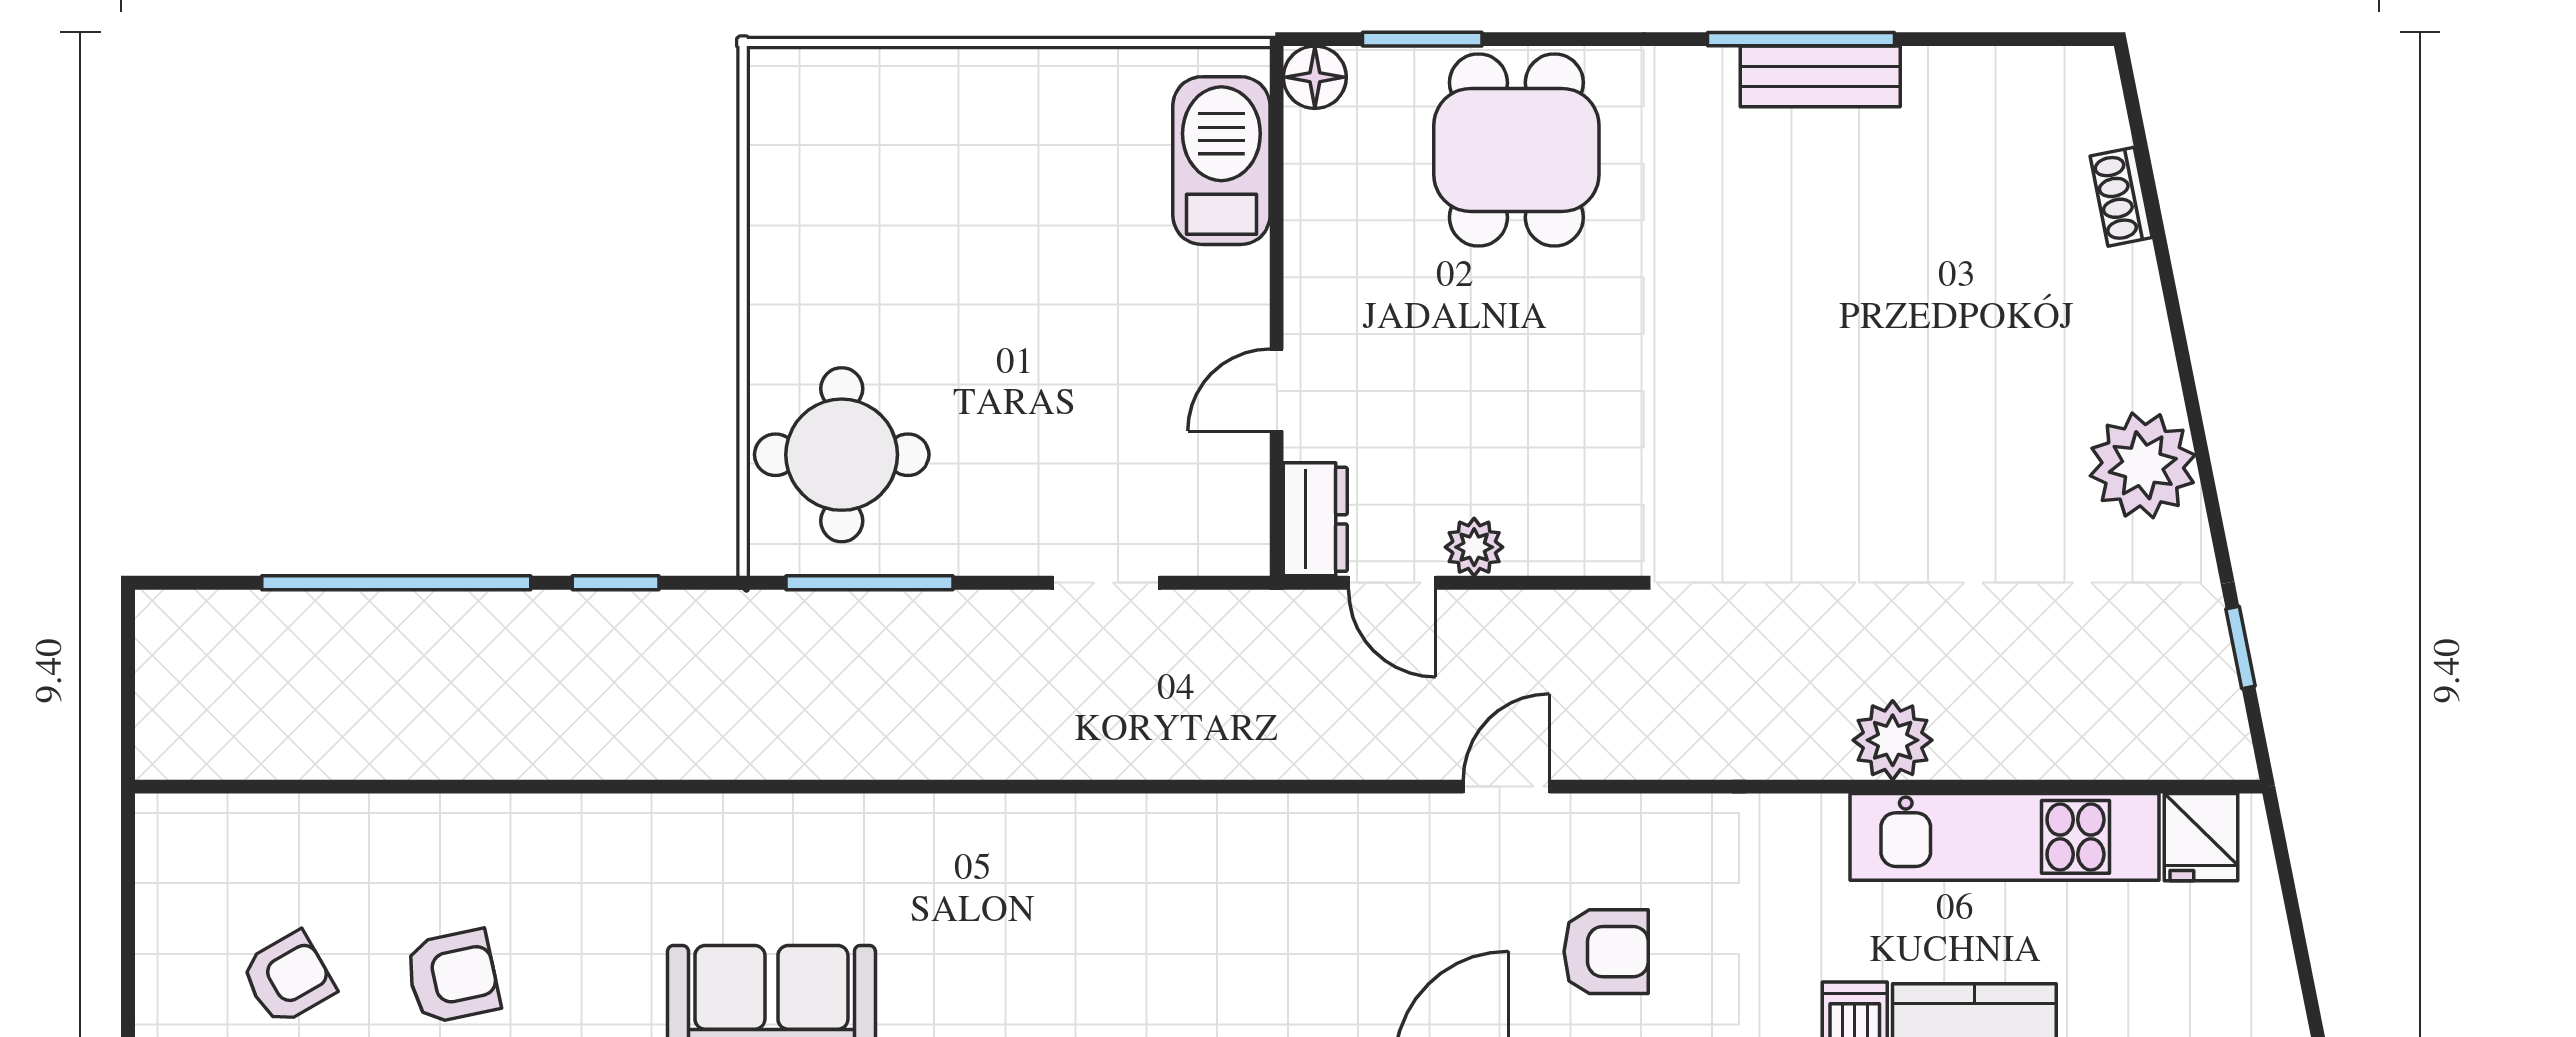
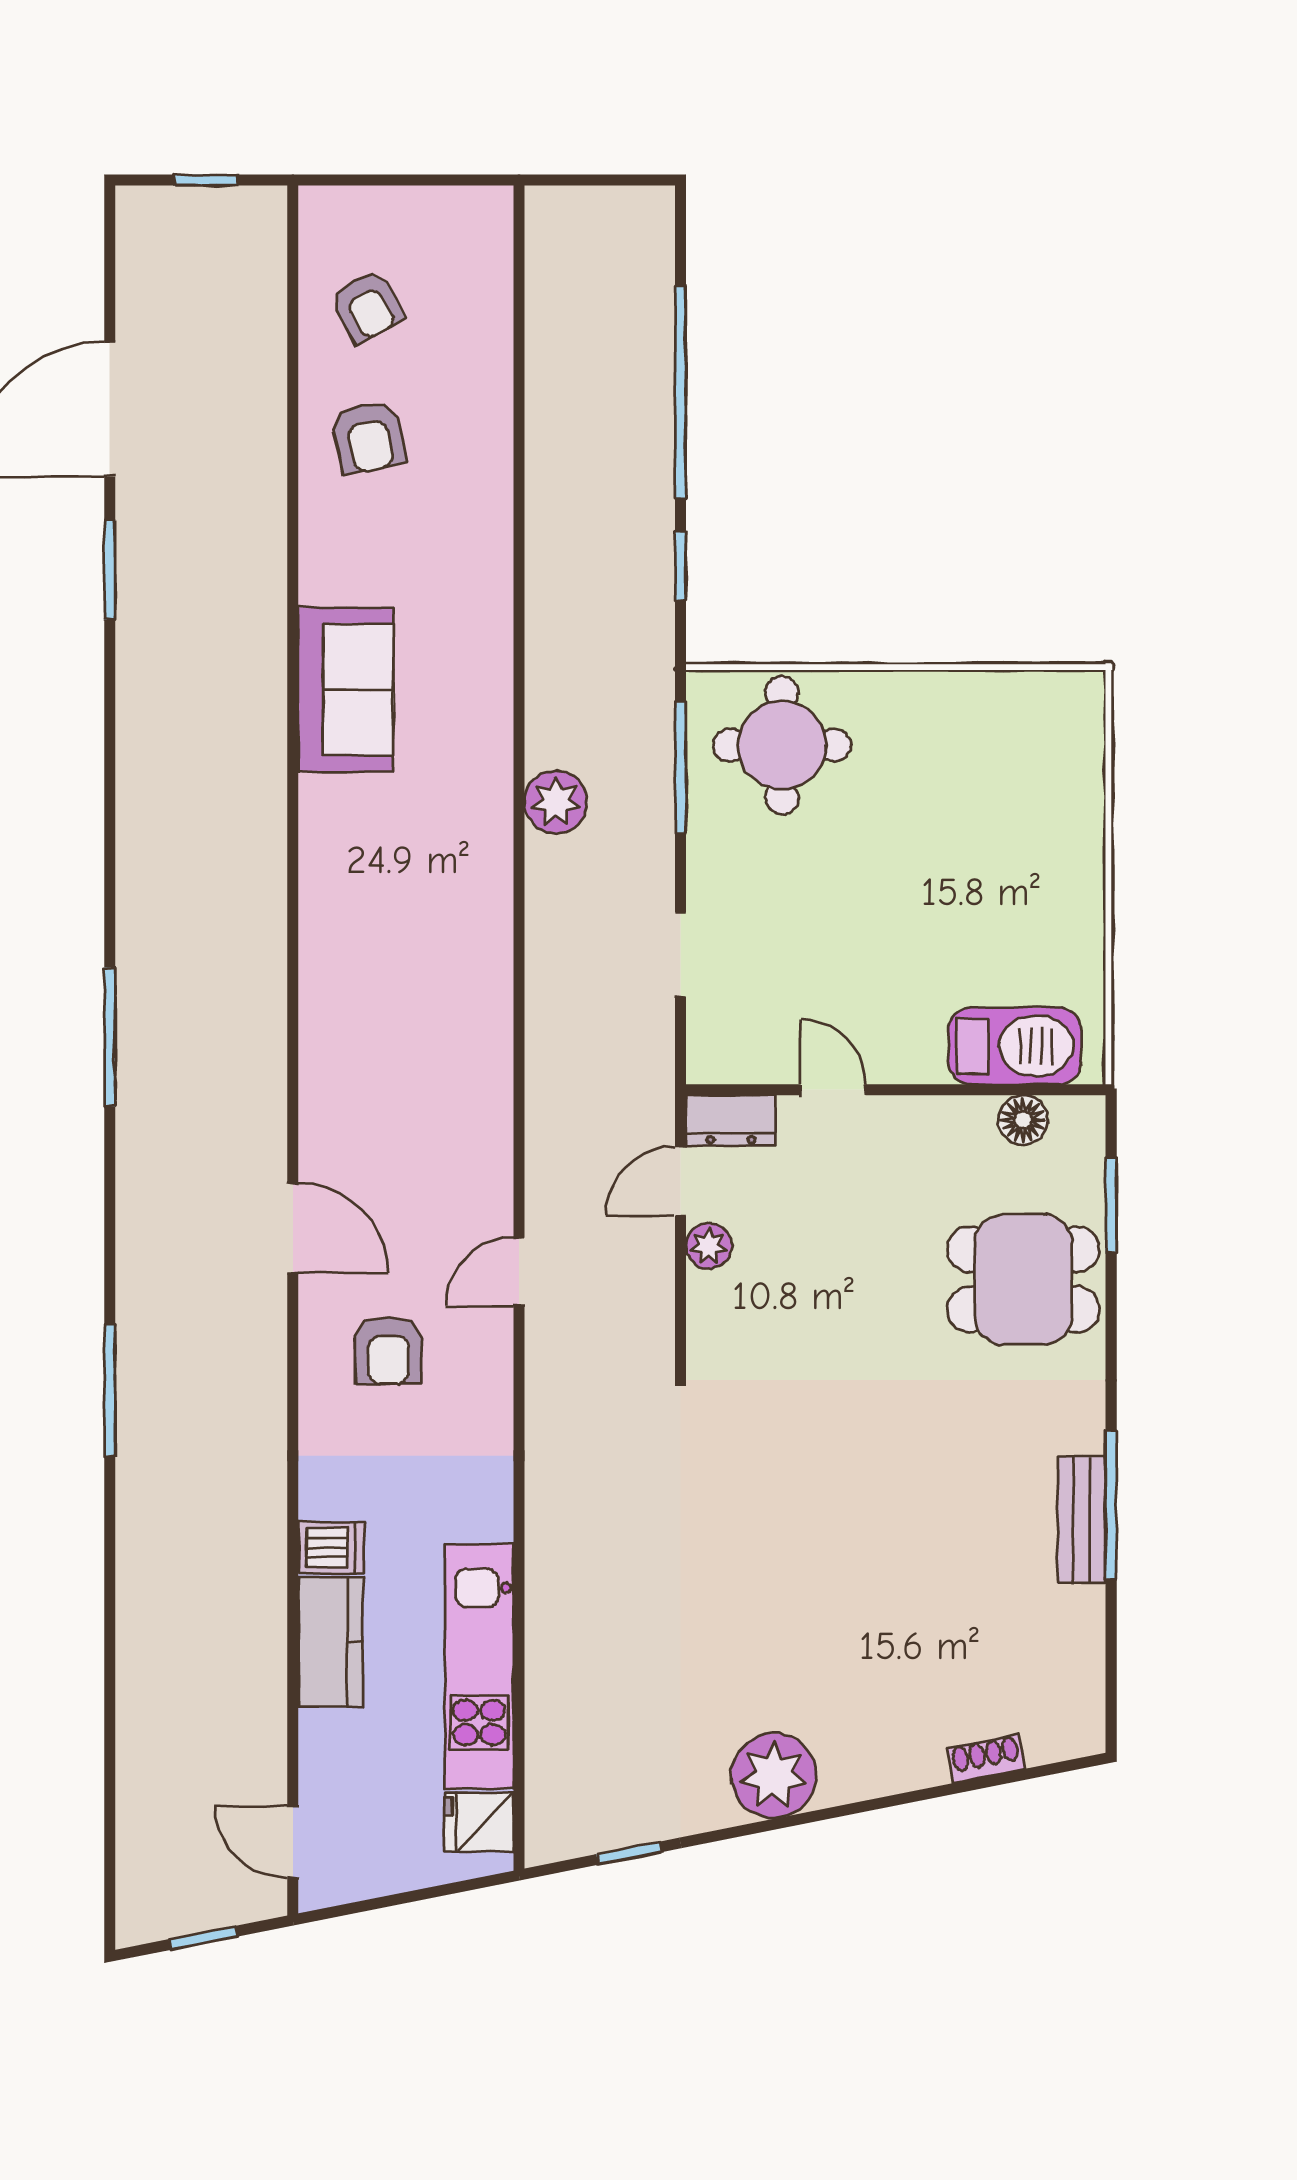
floor lamp: (1315, 77) -> (1023, 1120), moved
plant: (1893, 740) -> (556, 802), moved
door: (1506, 787) -> (519, 1272), swing flipped

